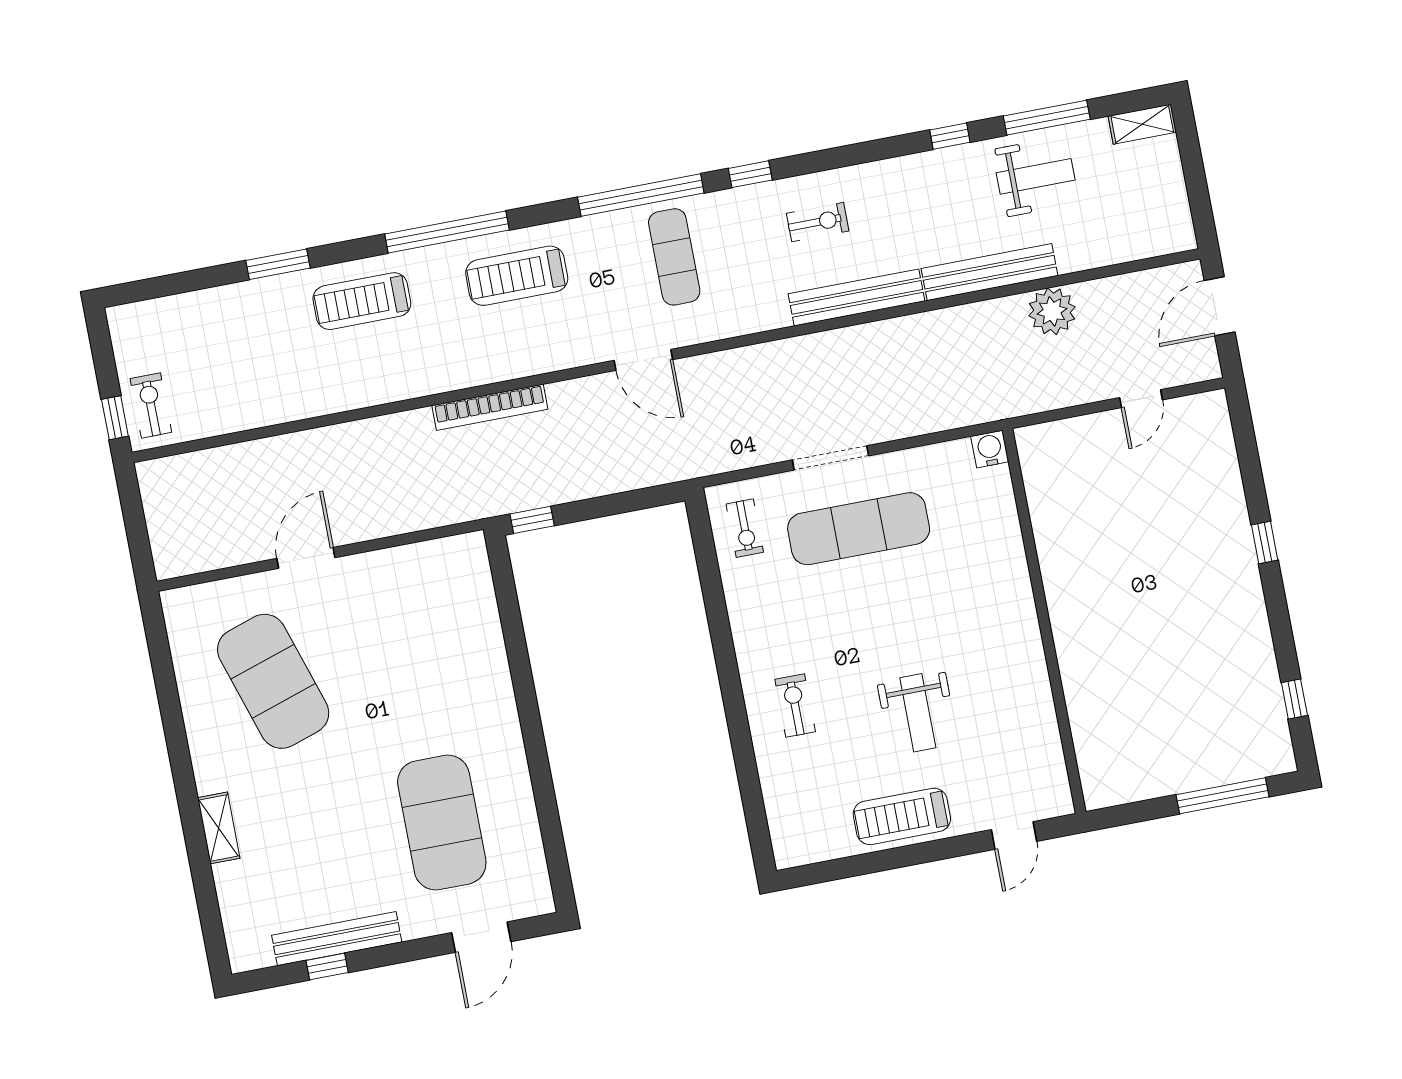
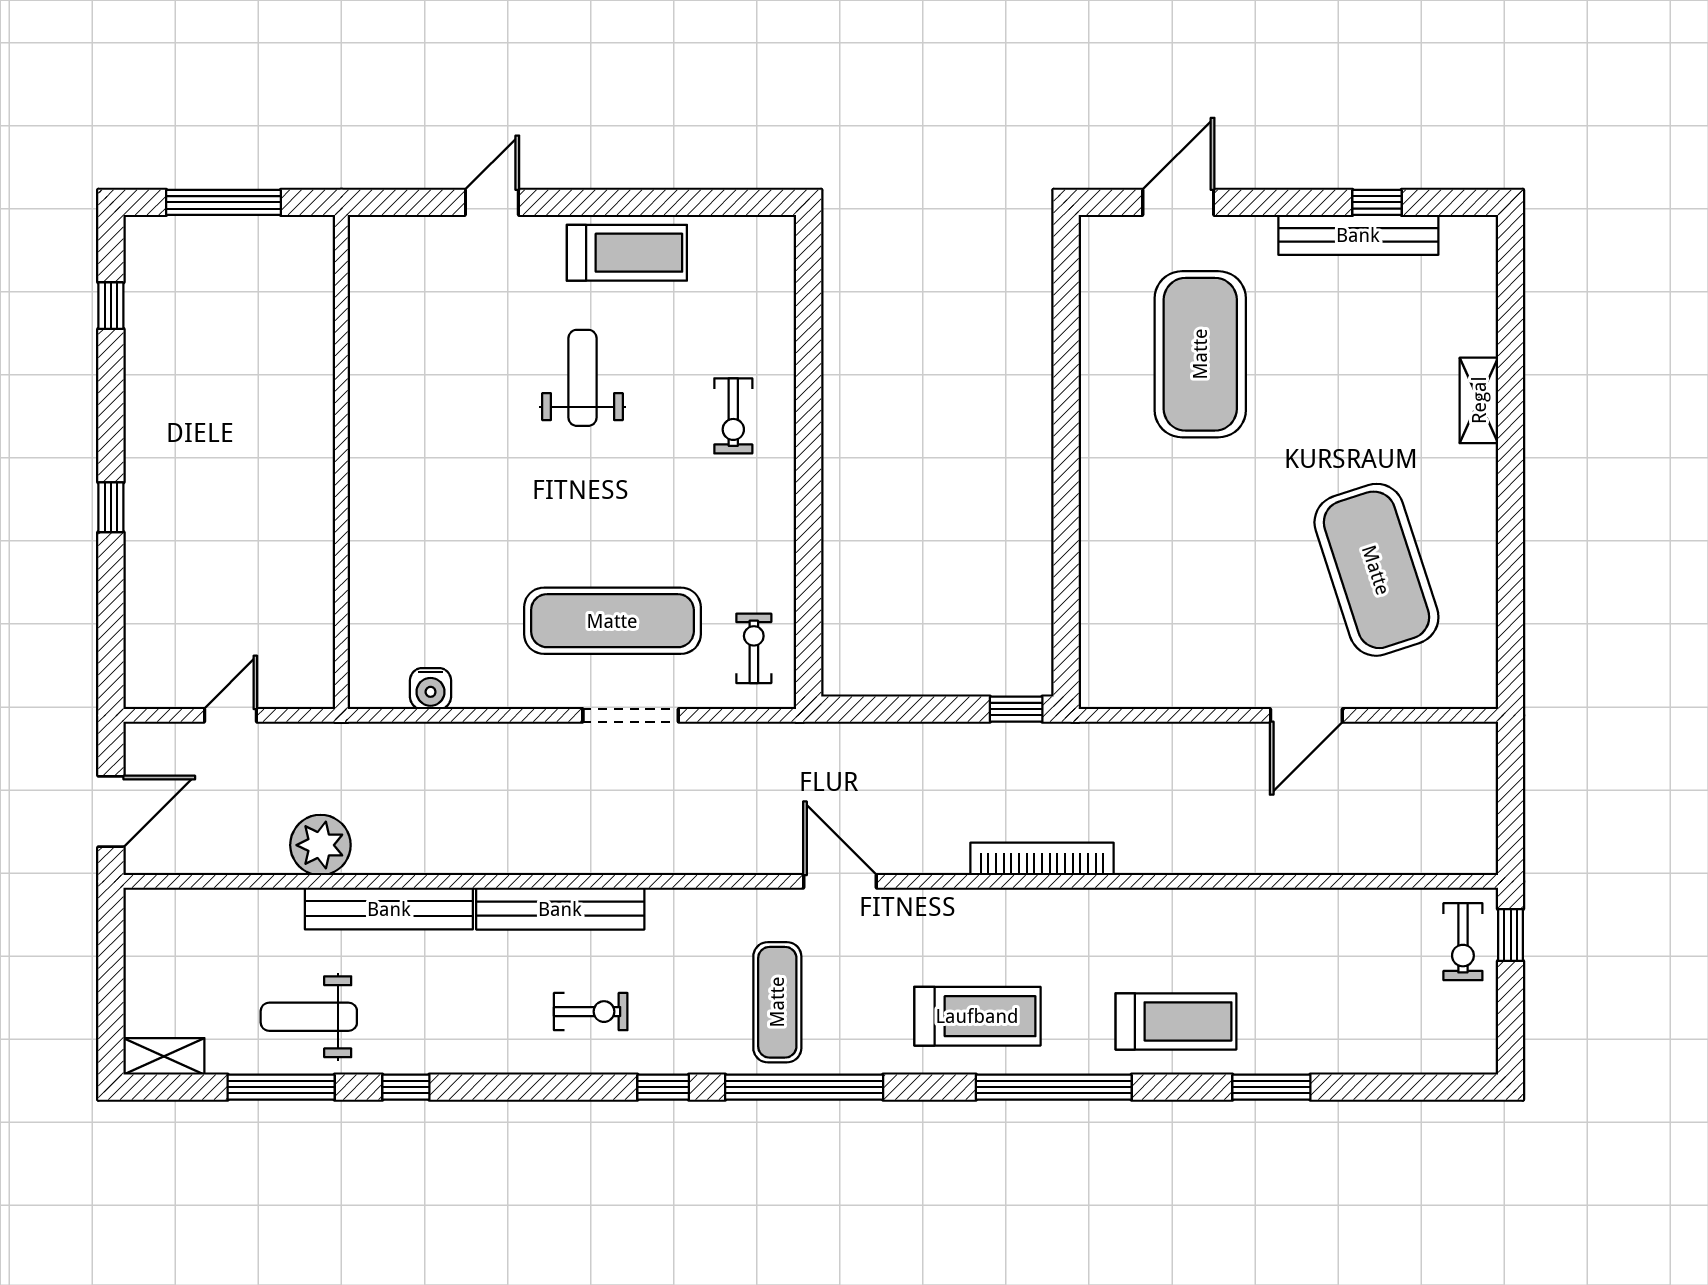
exercise bike: (818, 222) -> (591, 1012), turned 180
wall: (1044, 621) -> (341, 462), moved

